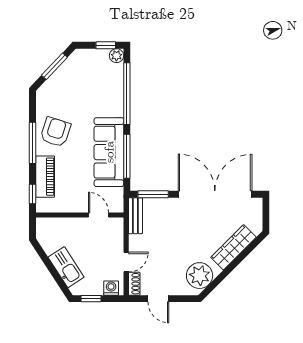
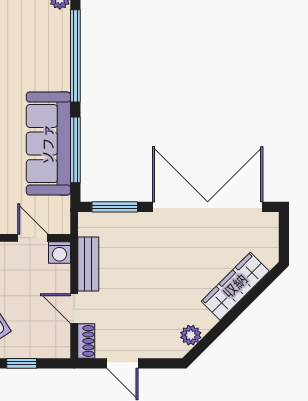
bench: (135, 216) -> (88, 264), moved
door: (126, 262) -> (74, 308), swing flipped
plant: (200, 276) -> (191, 335), width x0.53, depth x0.53
washing machine: (111, 288) -> (59, 253), moved, turned 180

